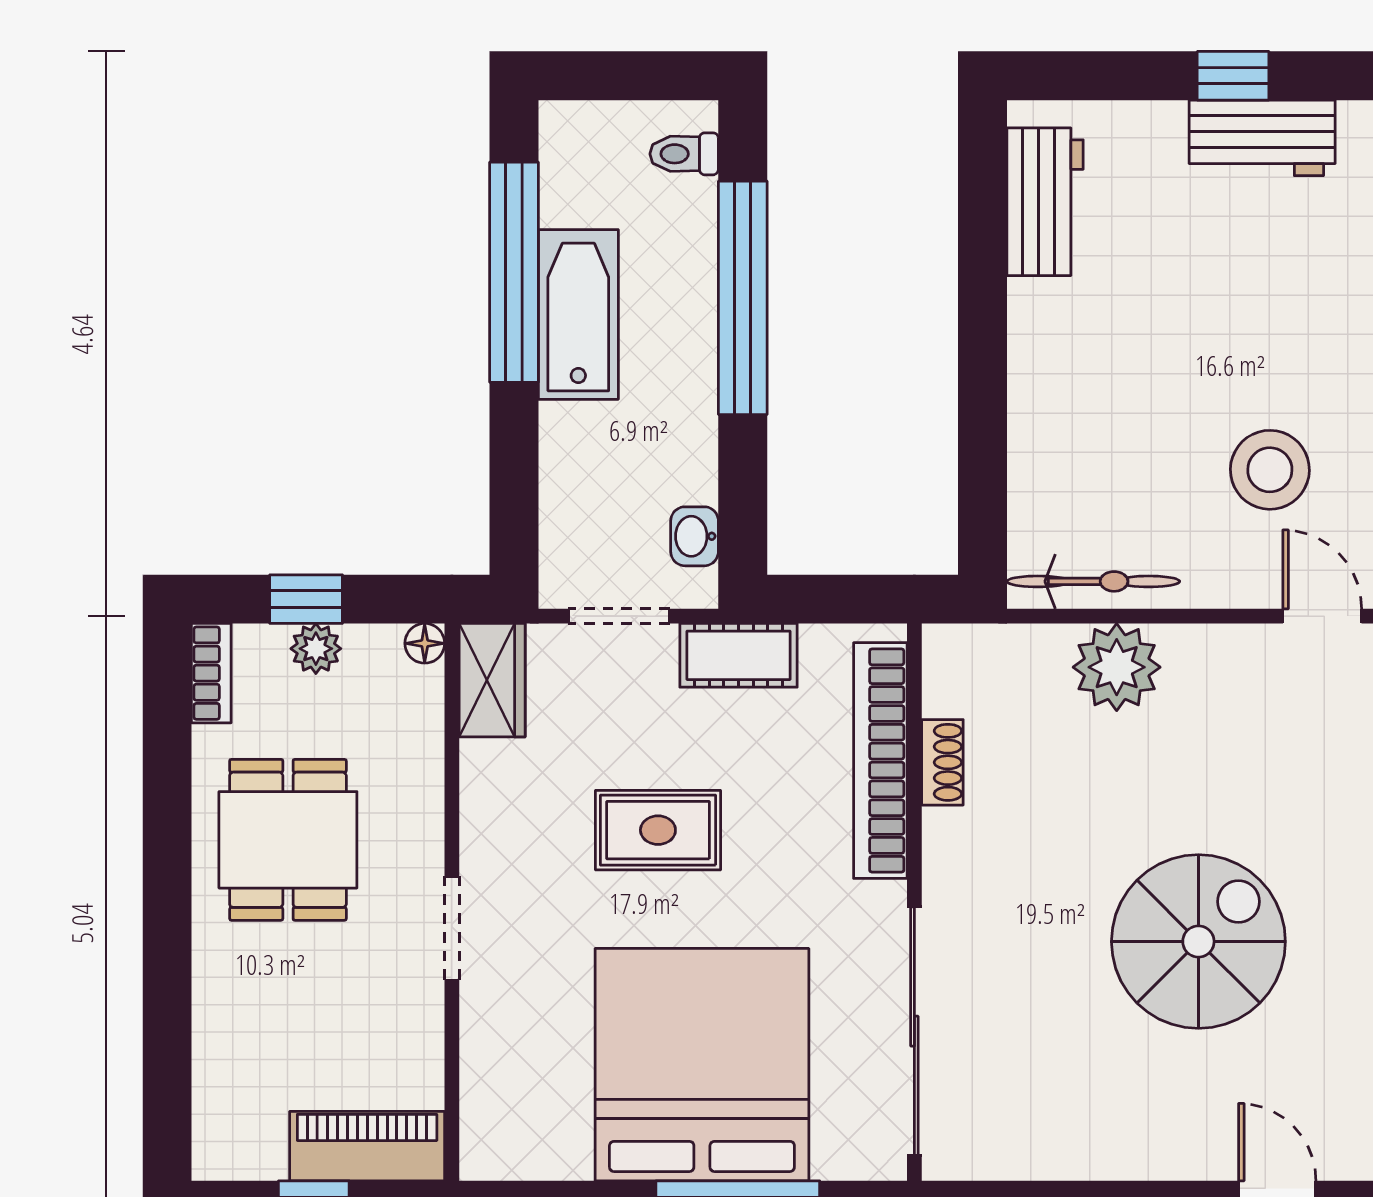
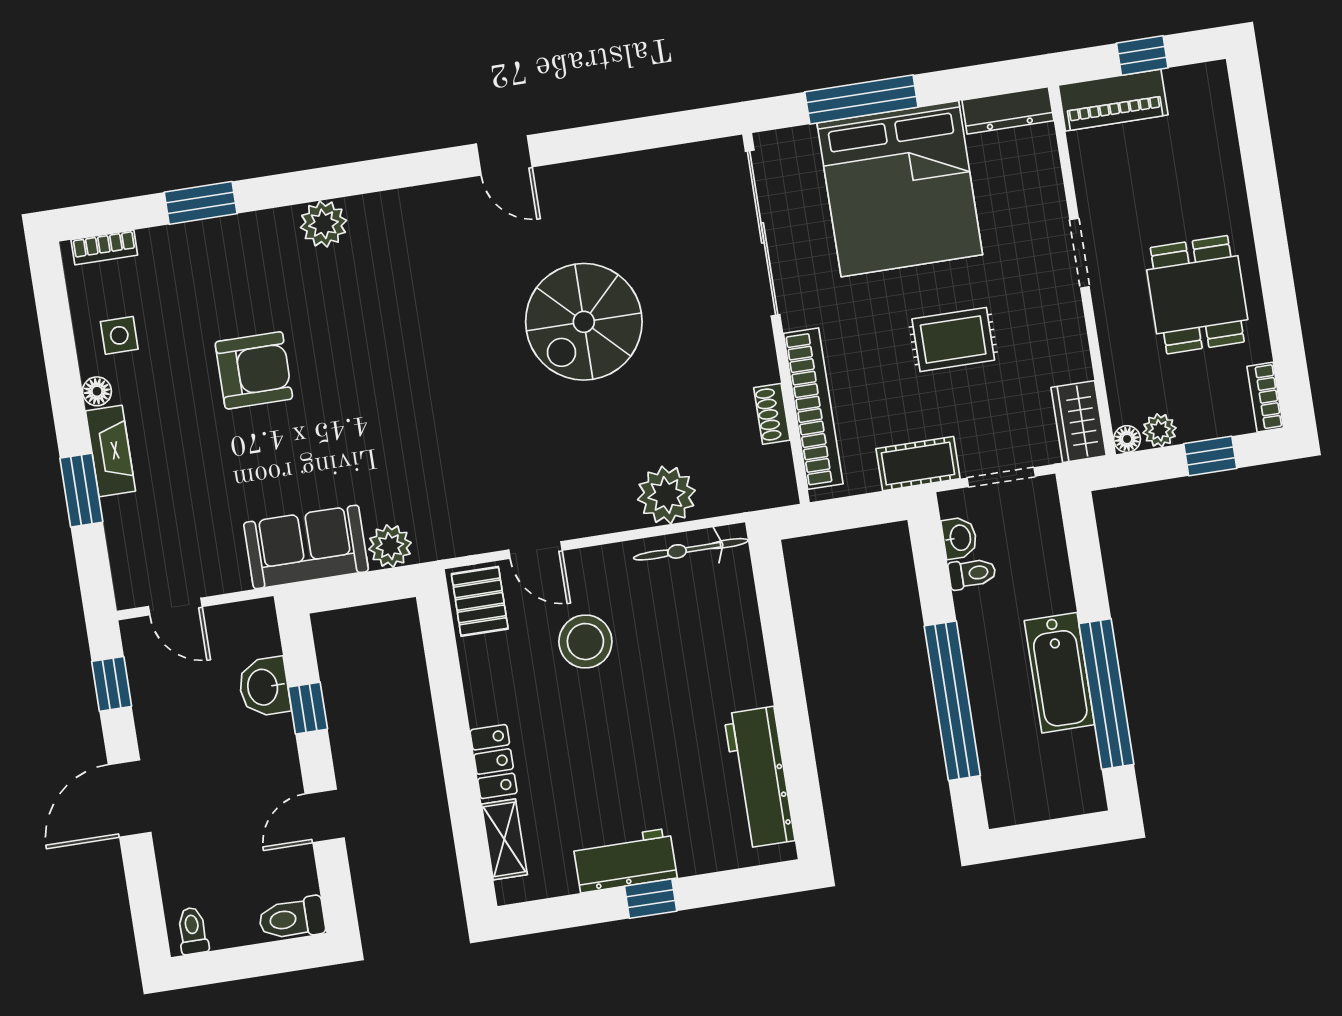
toilet: (684, 154) -> (972, 573), moved
workbench: (1045, 202) -> (759, 777), width x1.38
plant: (316, 649) -> (1159, 430), moved
dresser: (525, 1155) -> (1008, 110), added

